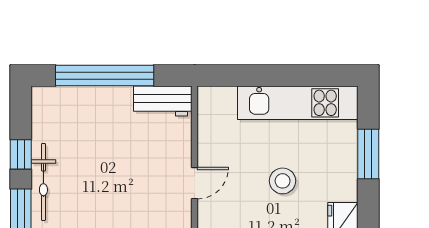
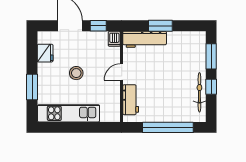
workbench: (163, 101) -> (131, 100), moved, turned 90
bicycle: (43, 182) -> (199, 92), moved

